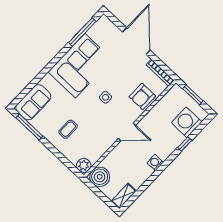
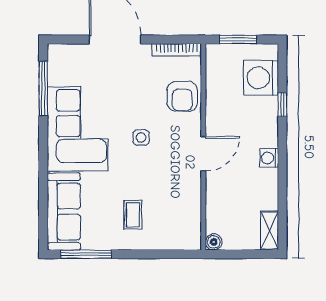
sofa: (33, 102) -> (64, 211), width x1.36
plant: (84, 165) -> (190, 239), removed
boiler: (100, 177) -> (214, 242), width x0.54, depth x0.54

